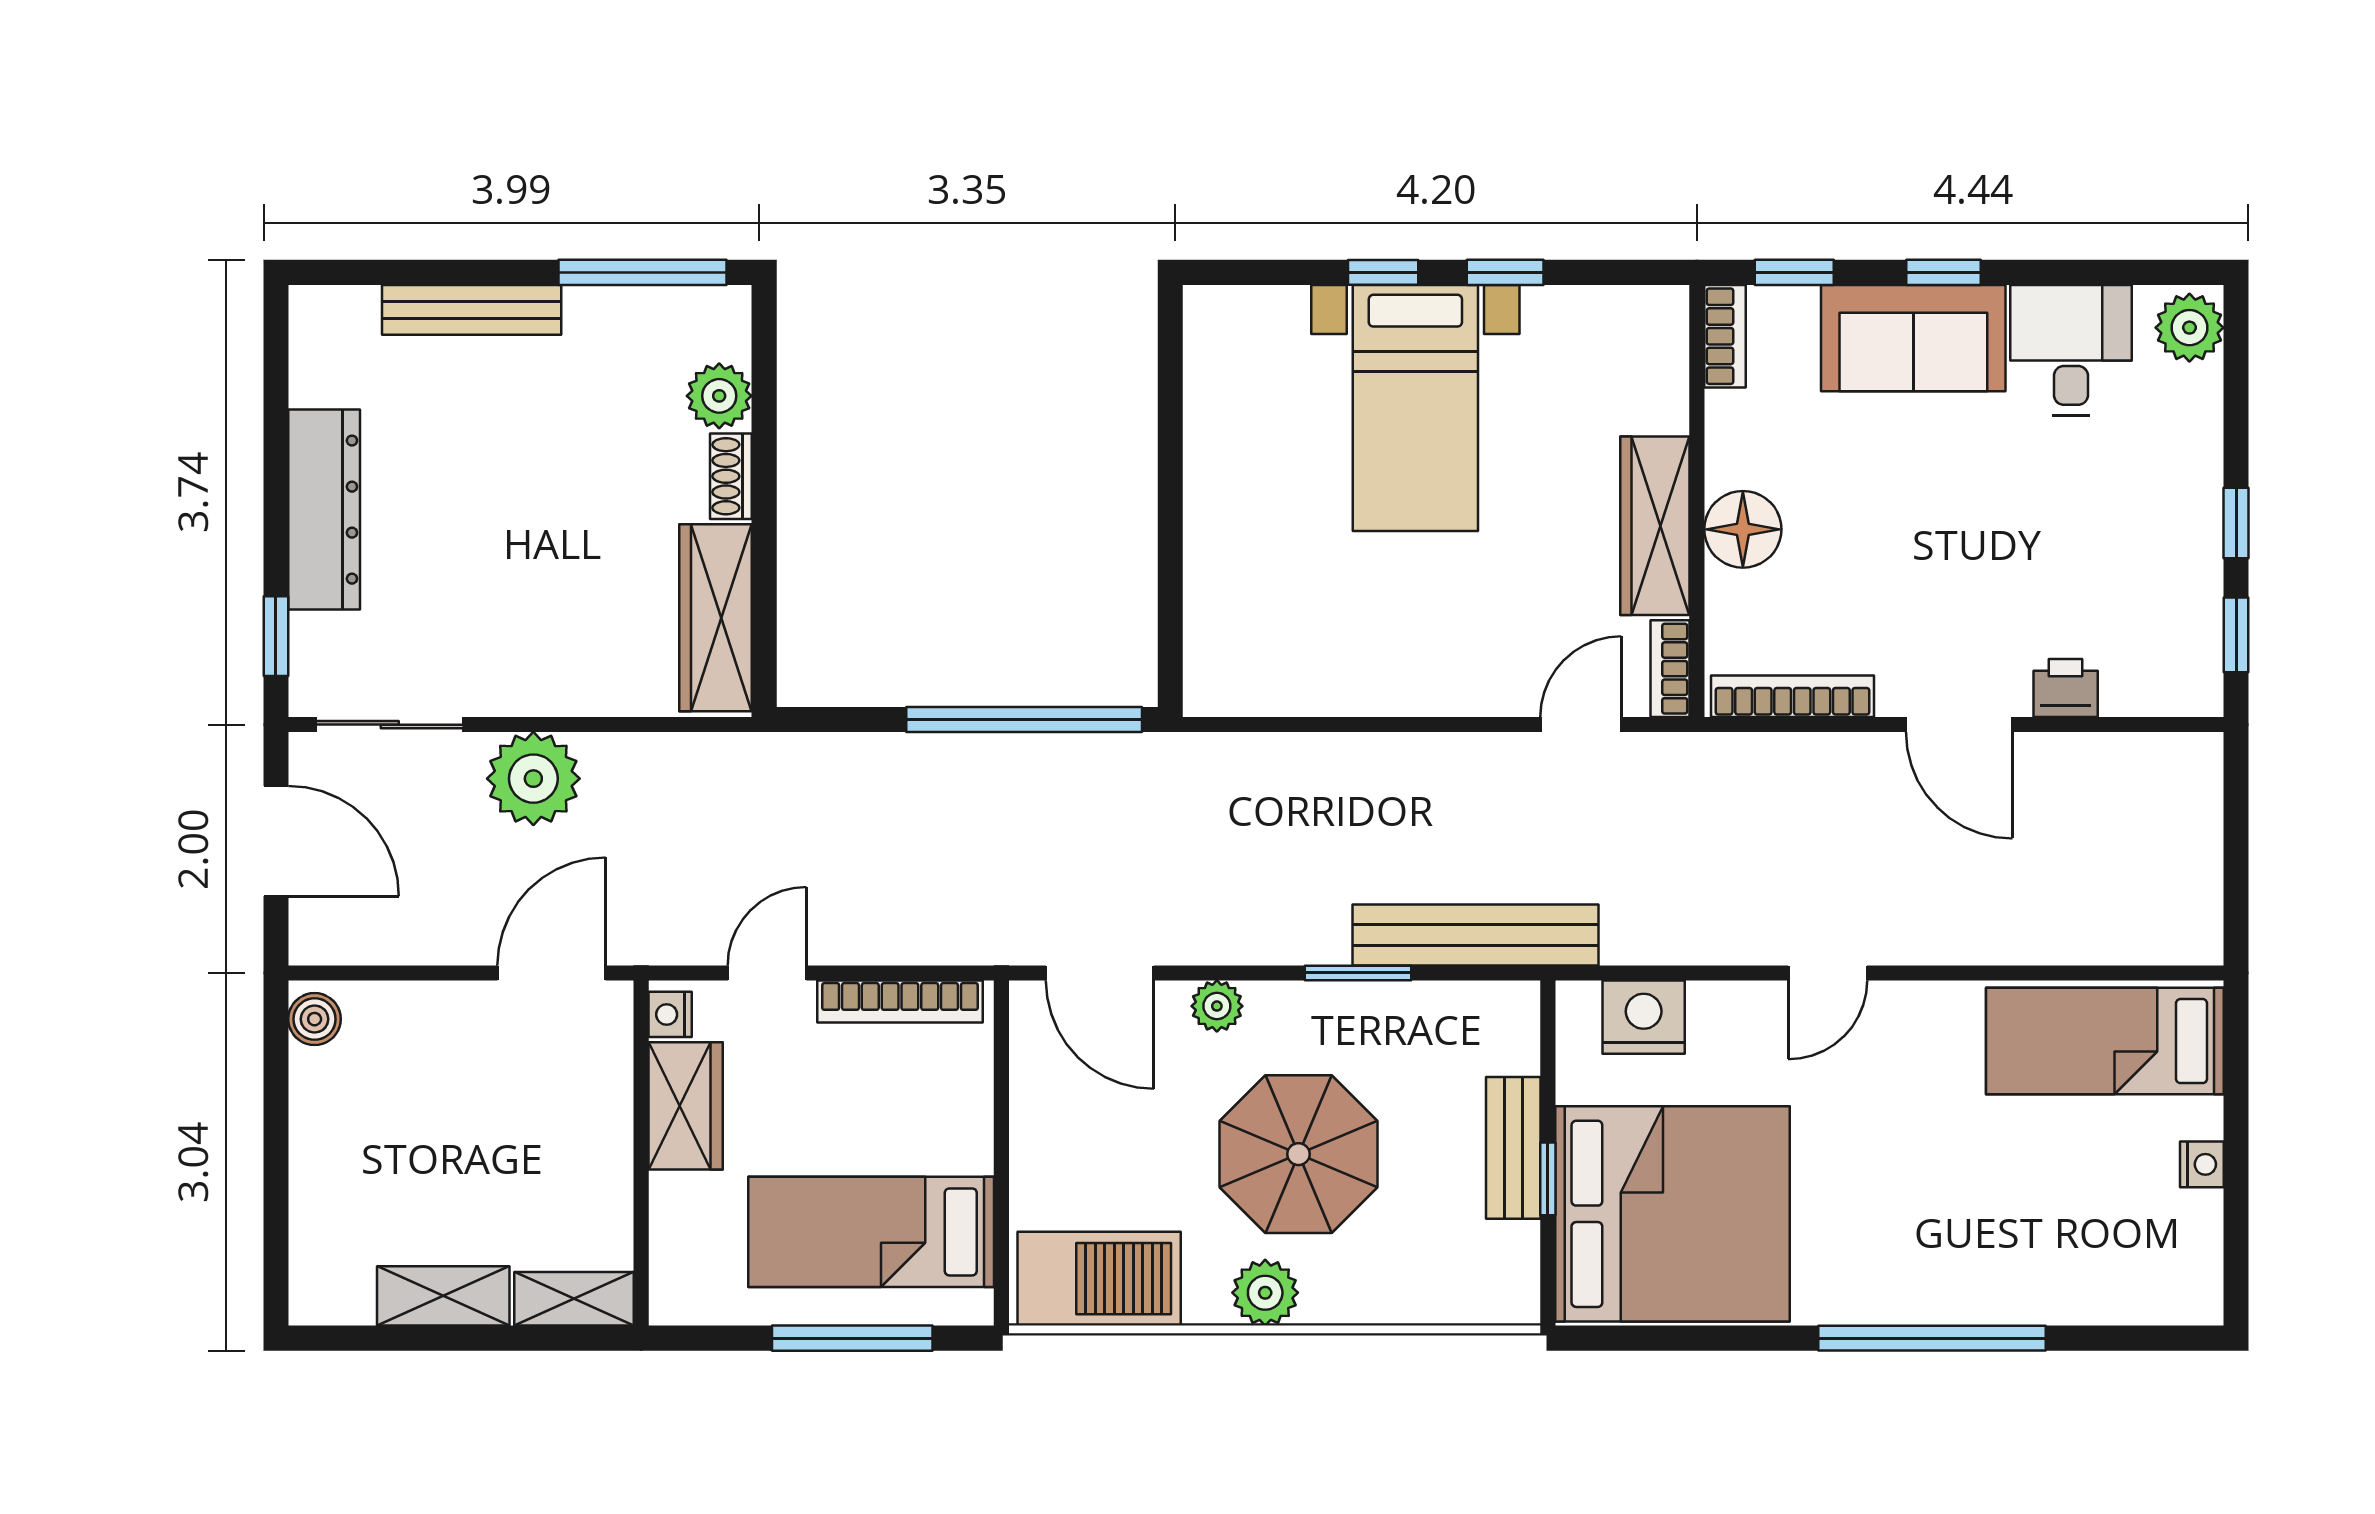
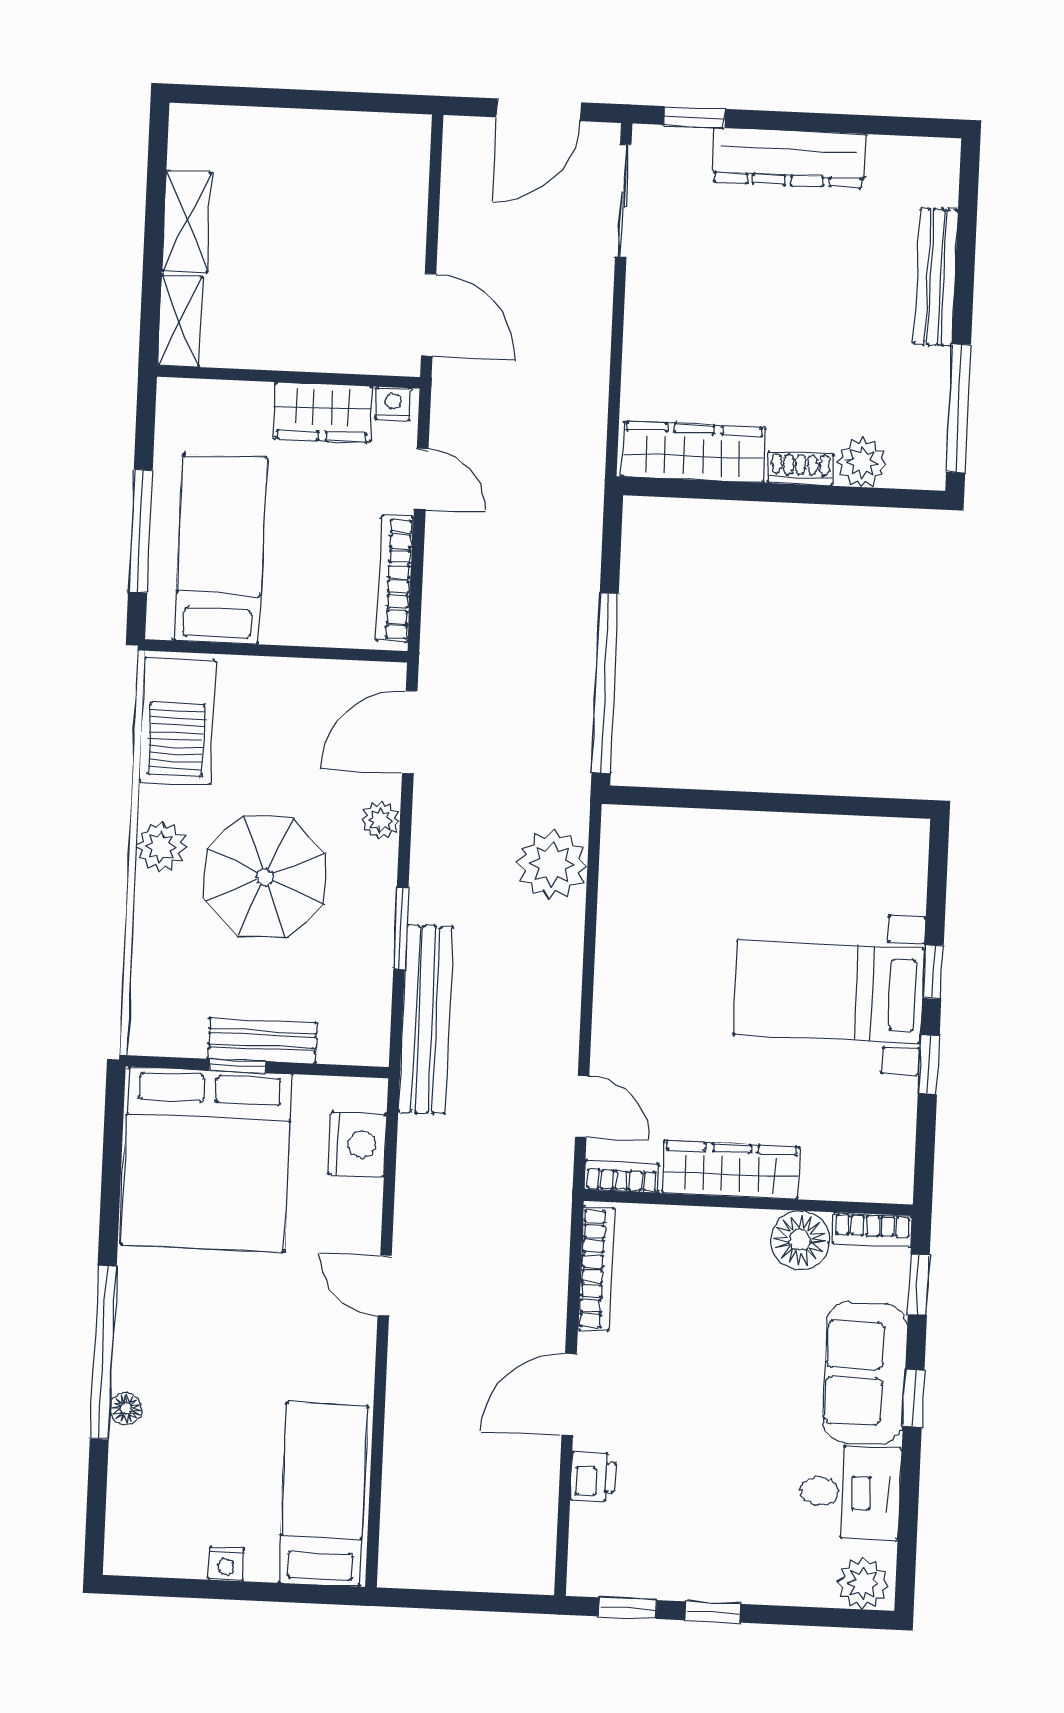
floor lamp: (1743, 529) -> (800, 1240), moved
plant: (533, 779) -> (552, 864), moved
boiler: (315, 1019) -> (402, 133), removed
floor lamp: (2004, 1305) -> (126, 1409), added

